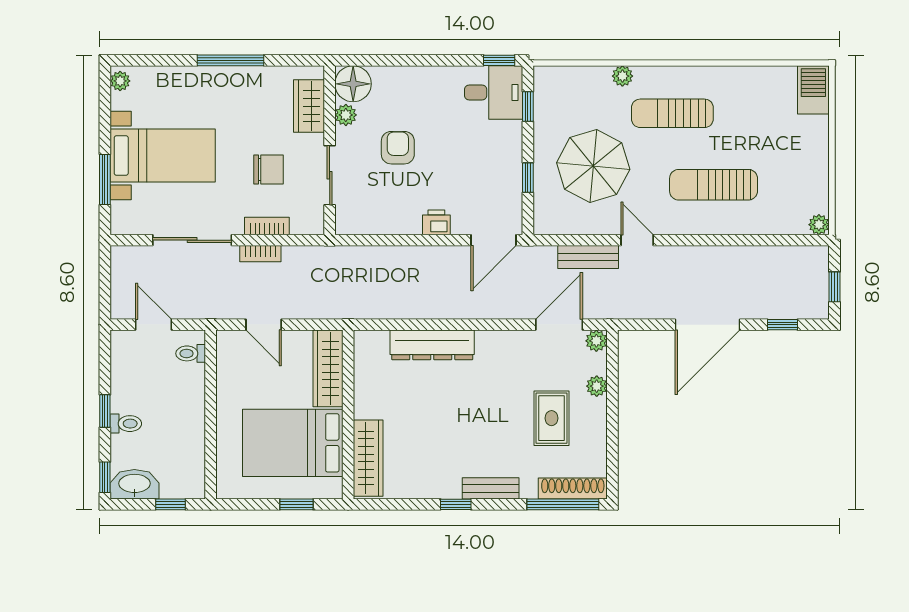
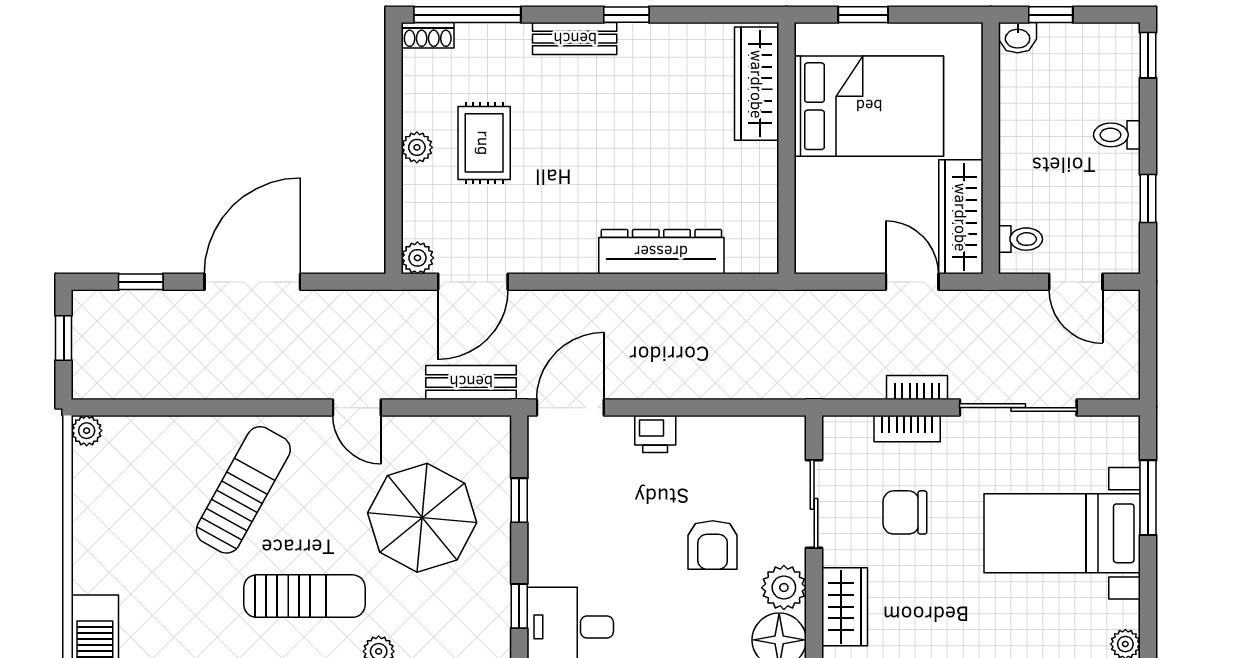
plant: (346, 115) -> (784, 588), width x1.38, depth x1.38
sun lounger: (714, 185) -> (243, 490), turned -61
bench: (588, 257) -> (471, 382), moved
wardrobe: (328, 368) -> (961, 217), moved, turned 180
plant: (597, 386) -> (417, 147), moved
window: (105, 411) -> (1148, 198), moved
washbasin: (134, 484) -> (1018, 38), moved, width x0.52, depth x0.69
shoe rack: (573, 489) -> (428, 35), width x0.51, depth x0.81

